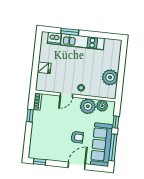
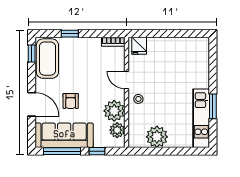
window: (70, 32) -> (213, 106), moved
dishwasher: (54, 38) -> (202, 55), removed
kitchen unit: (83, 42) -> (201, 118), moved
fridge: (44, 68) -> (139, 46), moved
window: (30, 116) -> (70, 34), moved
coffee table: (45, 151) -> (47, 59), added

